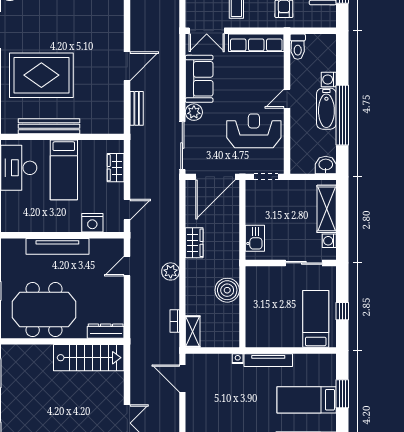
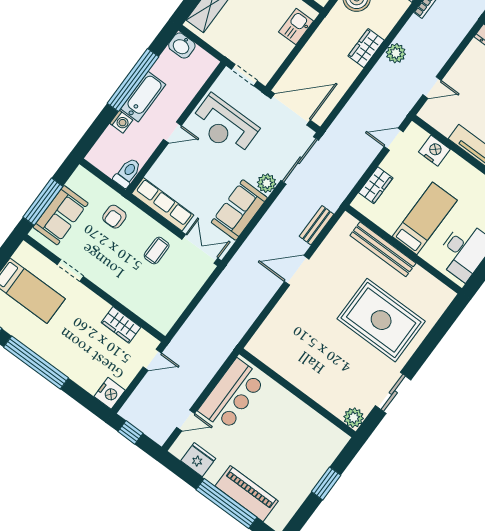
bench: (49, 126) -> (383, 249), moved
wardrobe: (194, 243) -> (366, 48), moved

